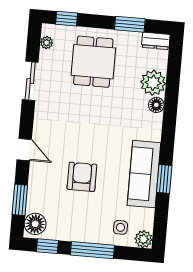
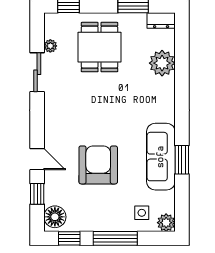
plant: (47, 43) -> (50, 46), moved
floor lamp: (156, 105) -> (167, 85), removed
door: (24, 150) -> (37, 159), moved
armchair: (82, 177) -> (98, 165), width x1.36, depth x1.36
window: (20, 200) -> (37, 194), width x0.67

